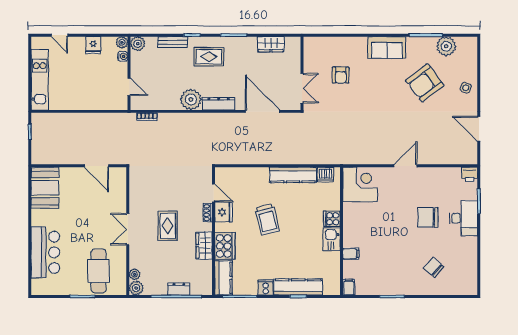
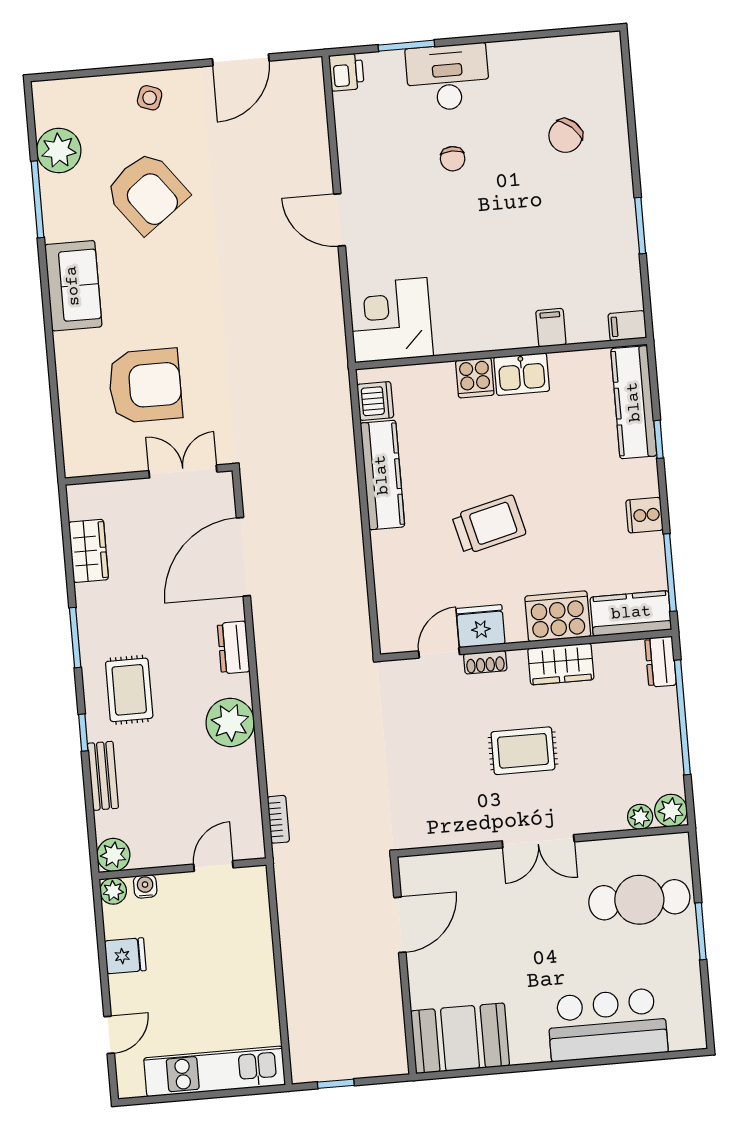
armchair: (341, 75) -> (145, 386), width x1.88, depth x1.88
dresser: (219, 104) -> (234, 648), width x0.70
chair: (428, 217) -> (453, 159), width x0.54, depth x0.54
kitchen counter: (298, 287) -> (634, 402), moved
dresser: (179, 289) -> (661, 662), moved

